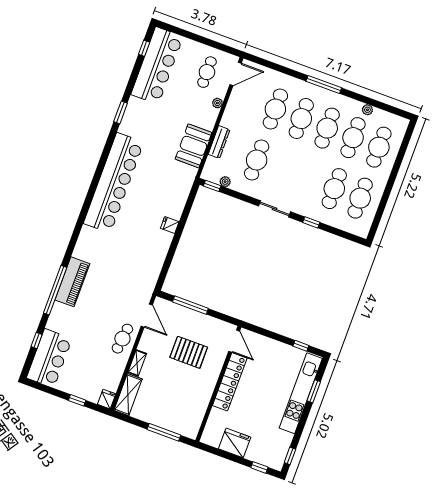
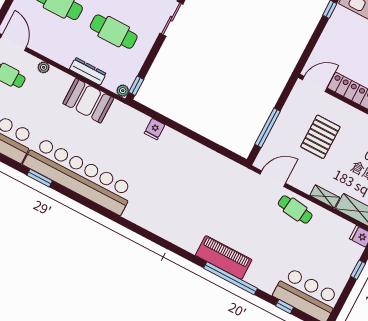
plant: (225, 182) -> (123, 91), moved
bar counter: (114, 183) -> (79, 176), moved
fridge: (170, 225) -> (155, 129), moved

